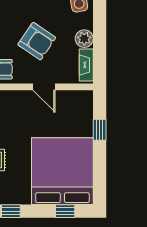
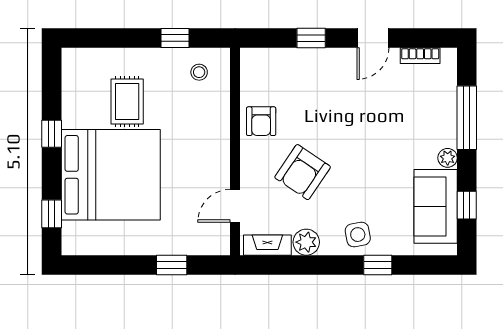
door: (44, 87) -> (235, 206), moved
bed: (62, 171) -> (111, 175), moved

